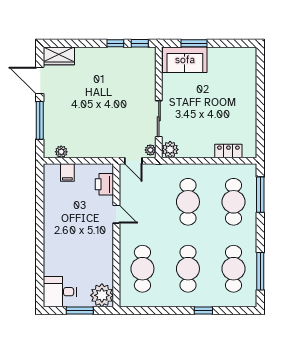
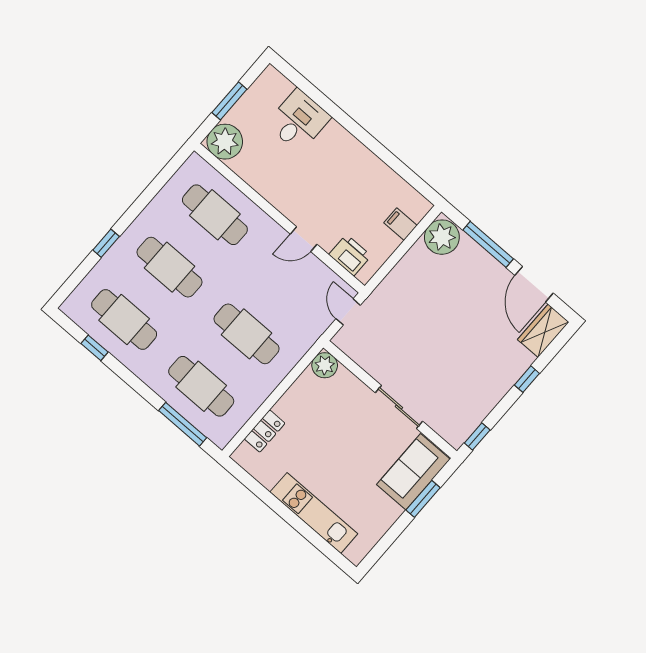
window: (115, 43) -> (527, 379), moved
door: (40, 80) -> (534, 284), swing flipped
kitchen unit: (248, 91) -> (314, 513), added
sliding door: (159, 119) -> (399, 407), moved
plant: (150, 150) -> (344, 342), removed
plant: (61, 152) -> (442, 237), width x1.87, depth x1.87
door: (133, 161) -> (348, 312), hinge flipped
window: (260, 271) -> (95, 348), width x0.46
desk: (60, 292) -> (299, 121), moved

